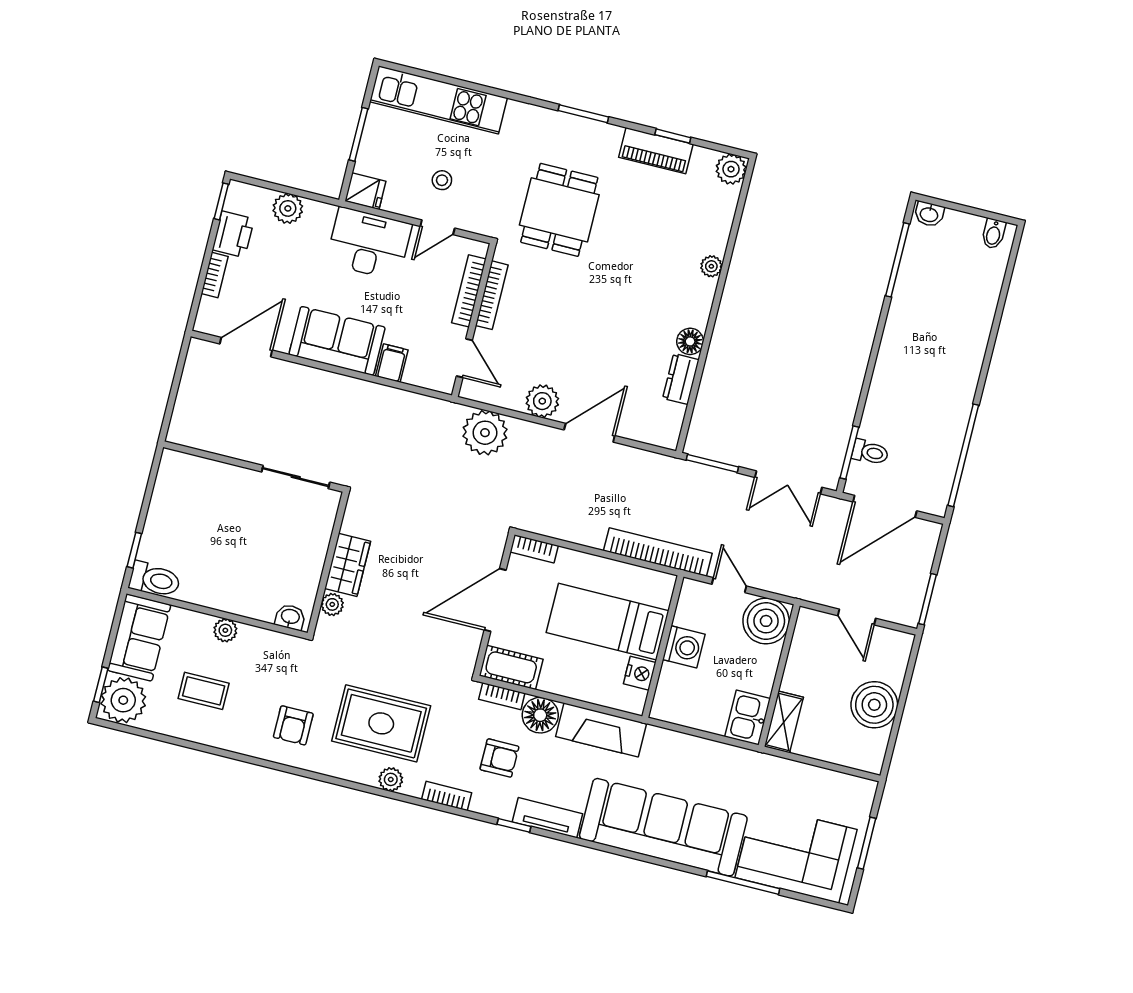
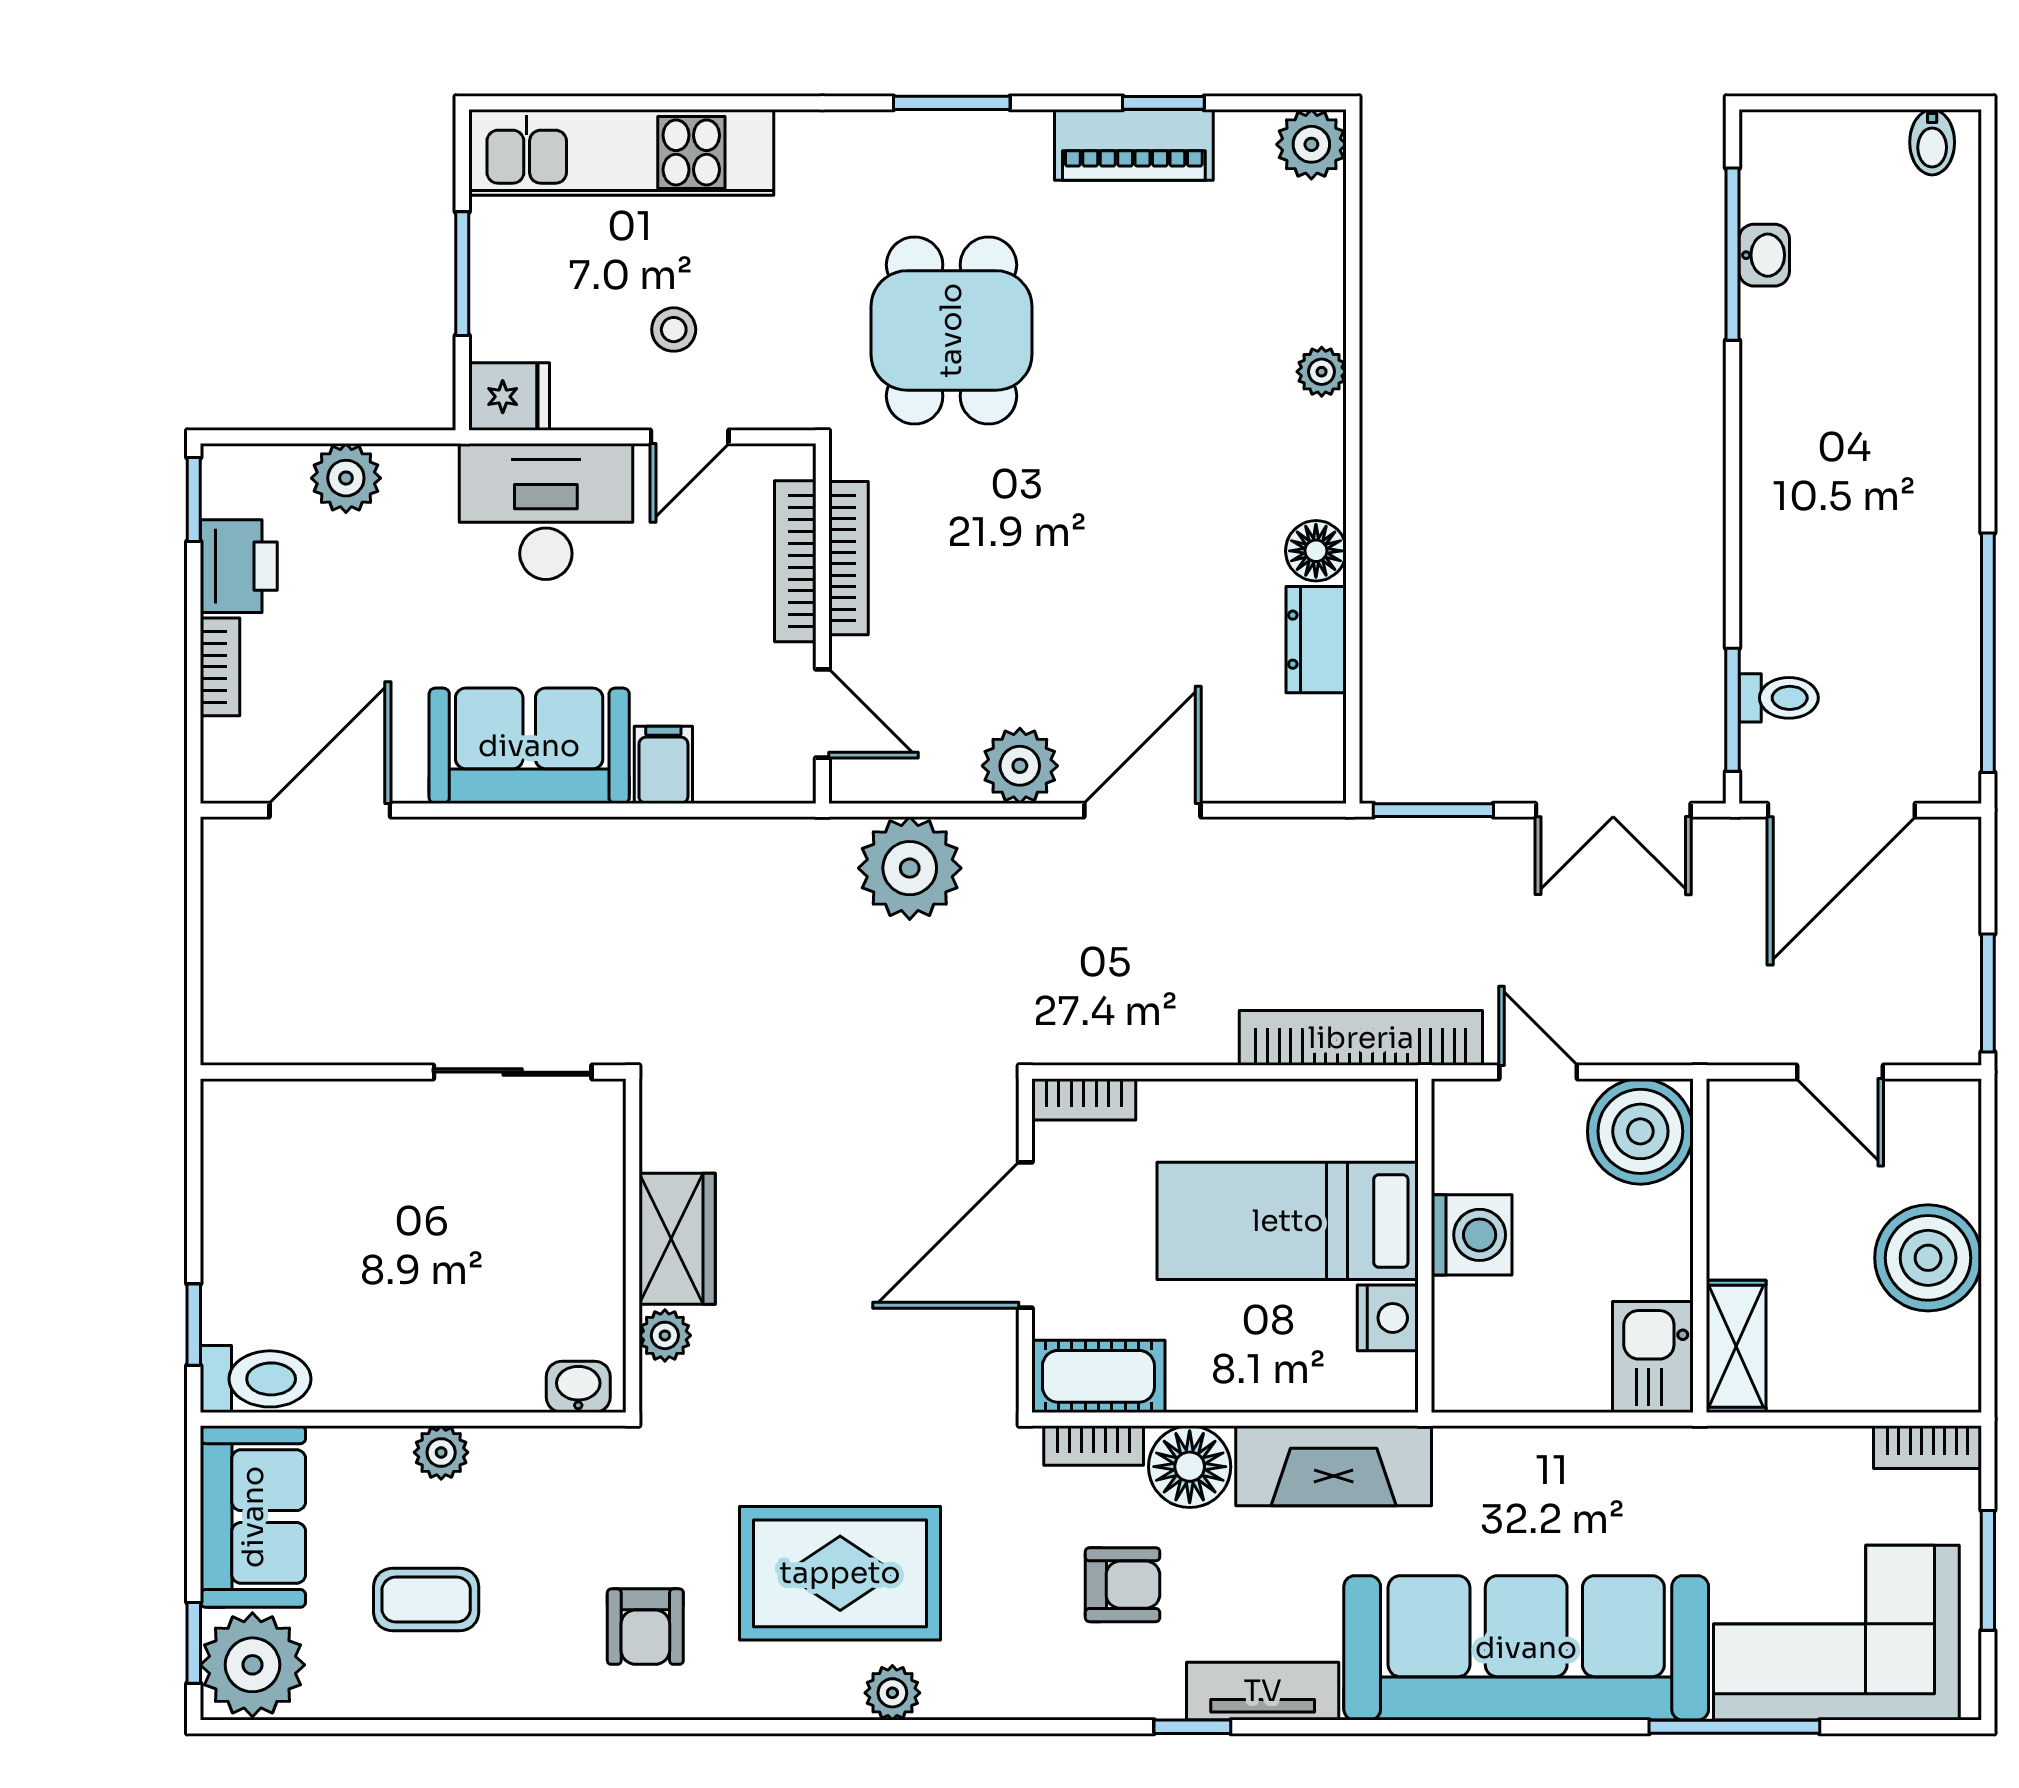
washbasin: (929, 214) -> (1764, 255), moved, turned -90
bookcase: (447, 796) -> (1927, 1447), moved, turned 180

